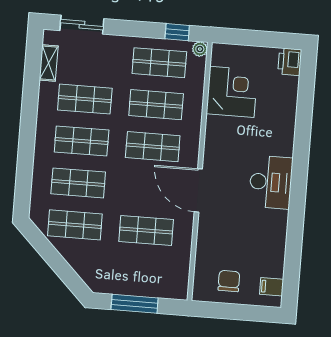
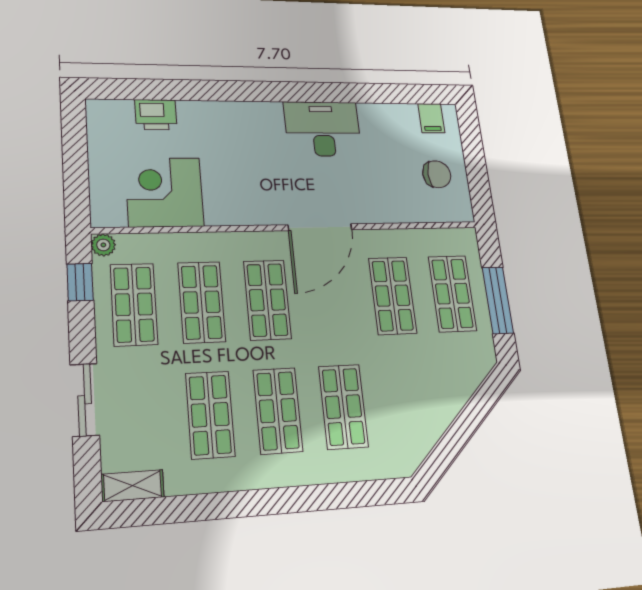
sliding door: (82, 25) -> (85, 400), moved
printer: (290, 62) -> (156, 115), moved
shelving: (49, 63) -> (132, 486), moved
desk: (271, 182) -> (323, 129), moved
shop shelf: (75, 225) -> (452, 294), moved
chair: (229, 281) -> (437, 174), turned 180

